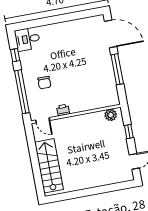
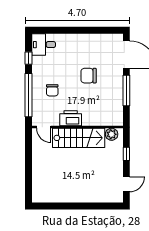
chair: (77, 62) -> (89, 76), added
printer: (63, 110) -> (71, 118), width x1.87, depth x1.48
stairs: (49, 166) -> (79, 138), moved, turned 90

